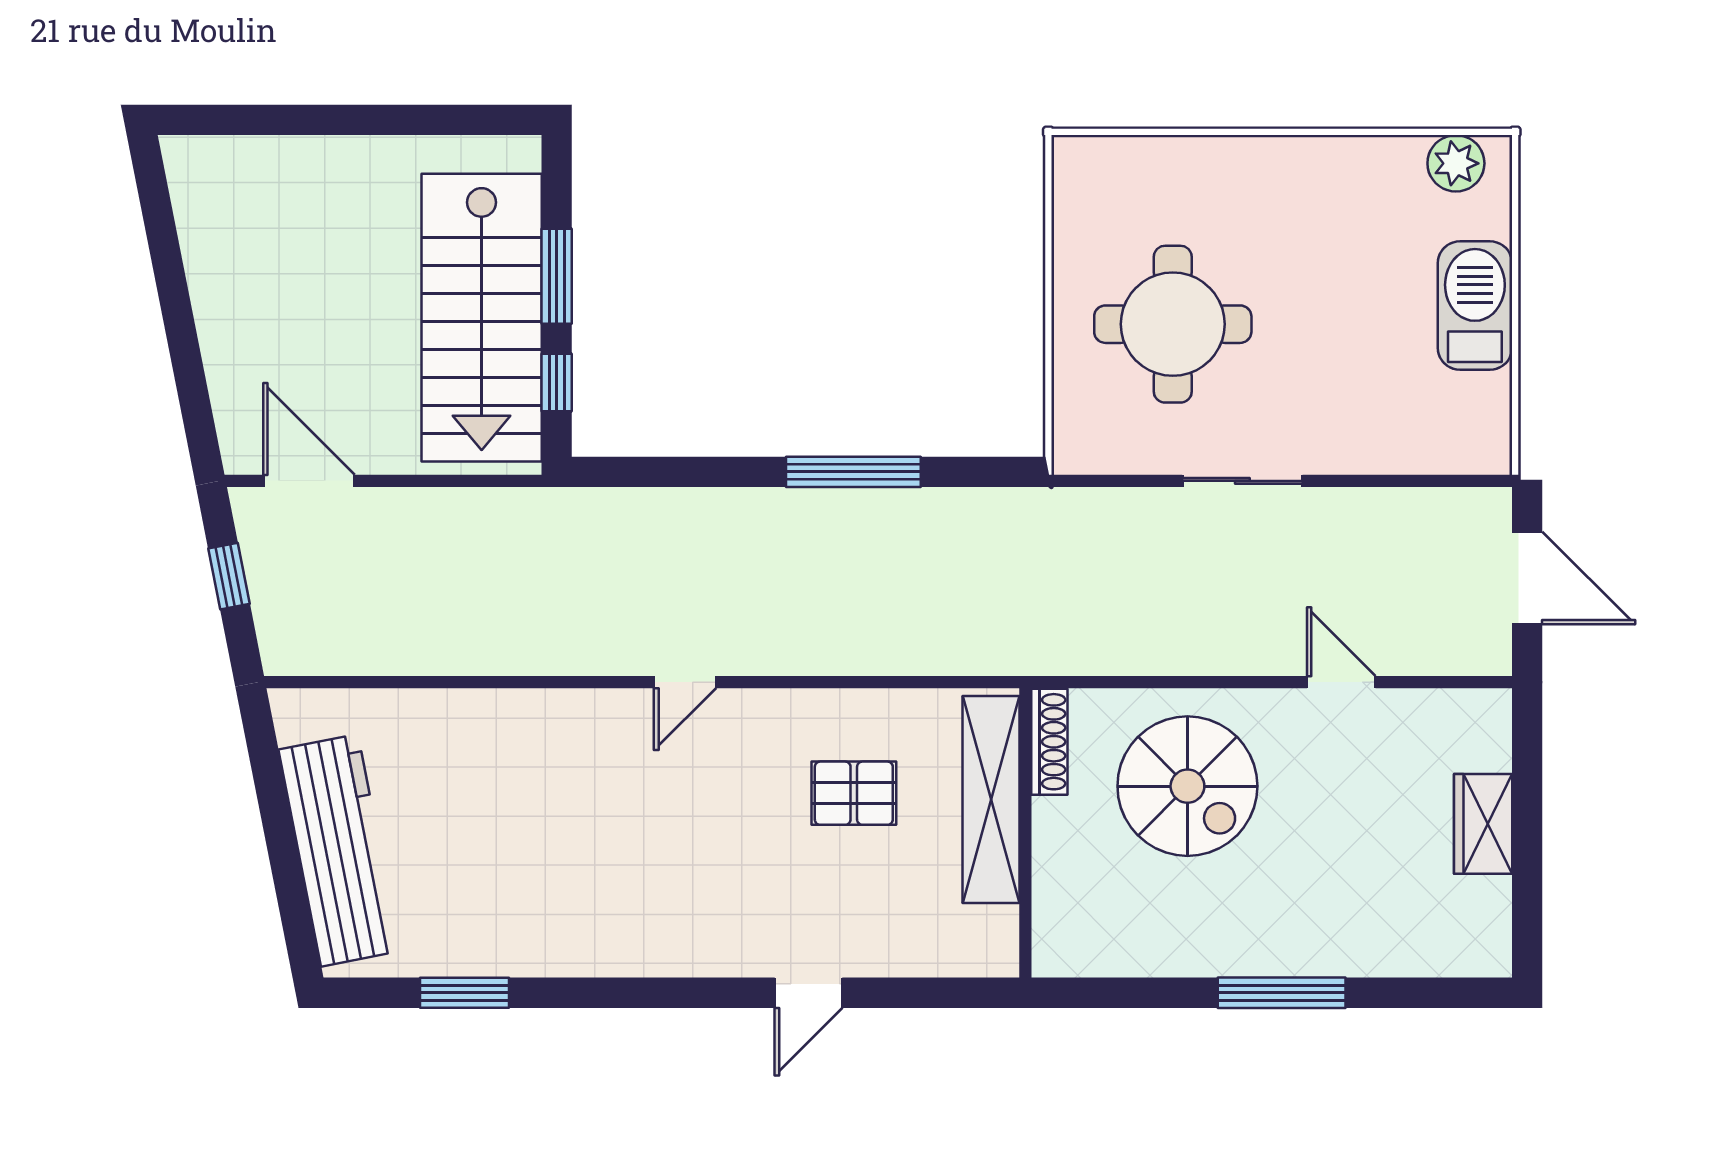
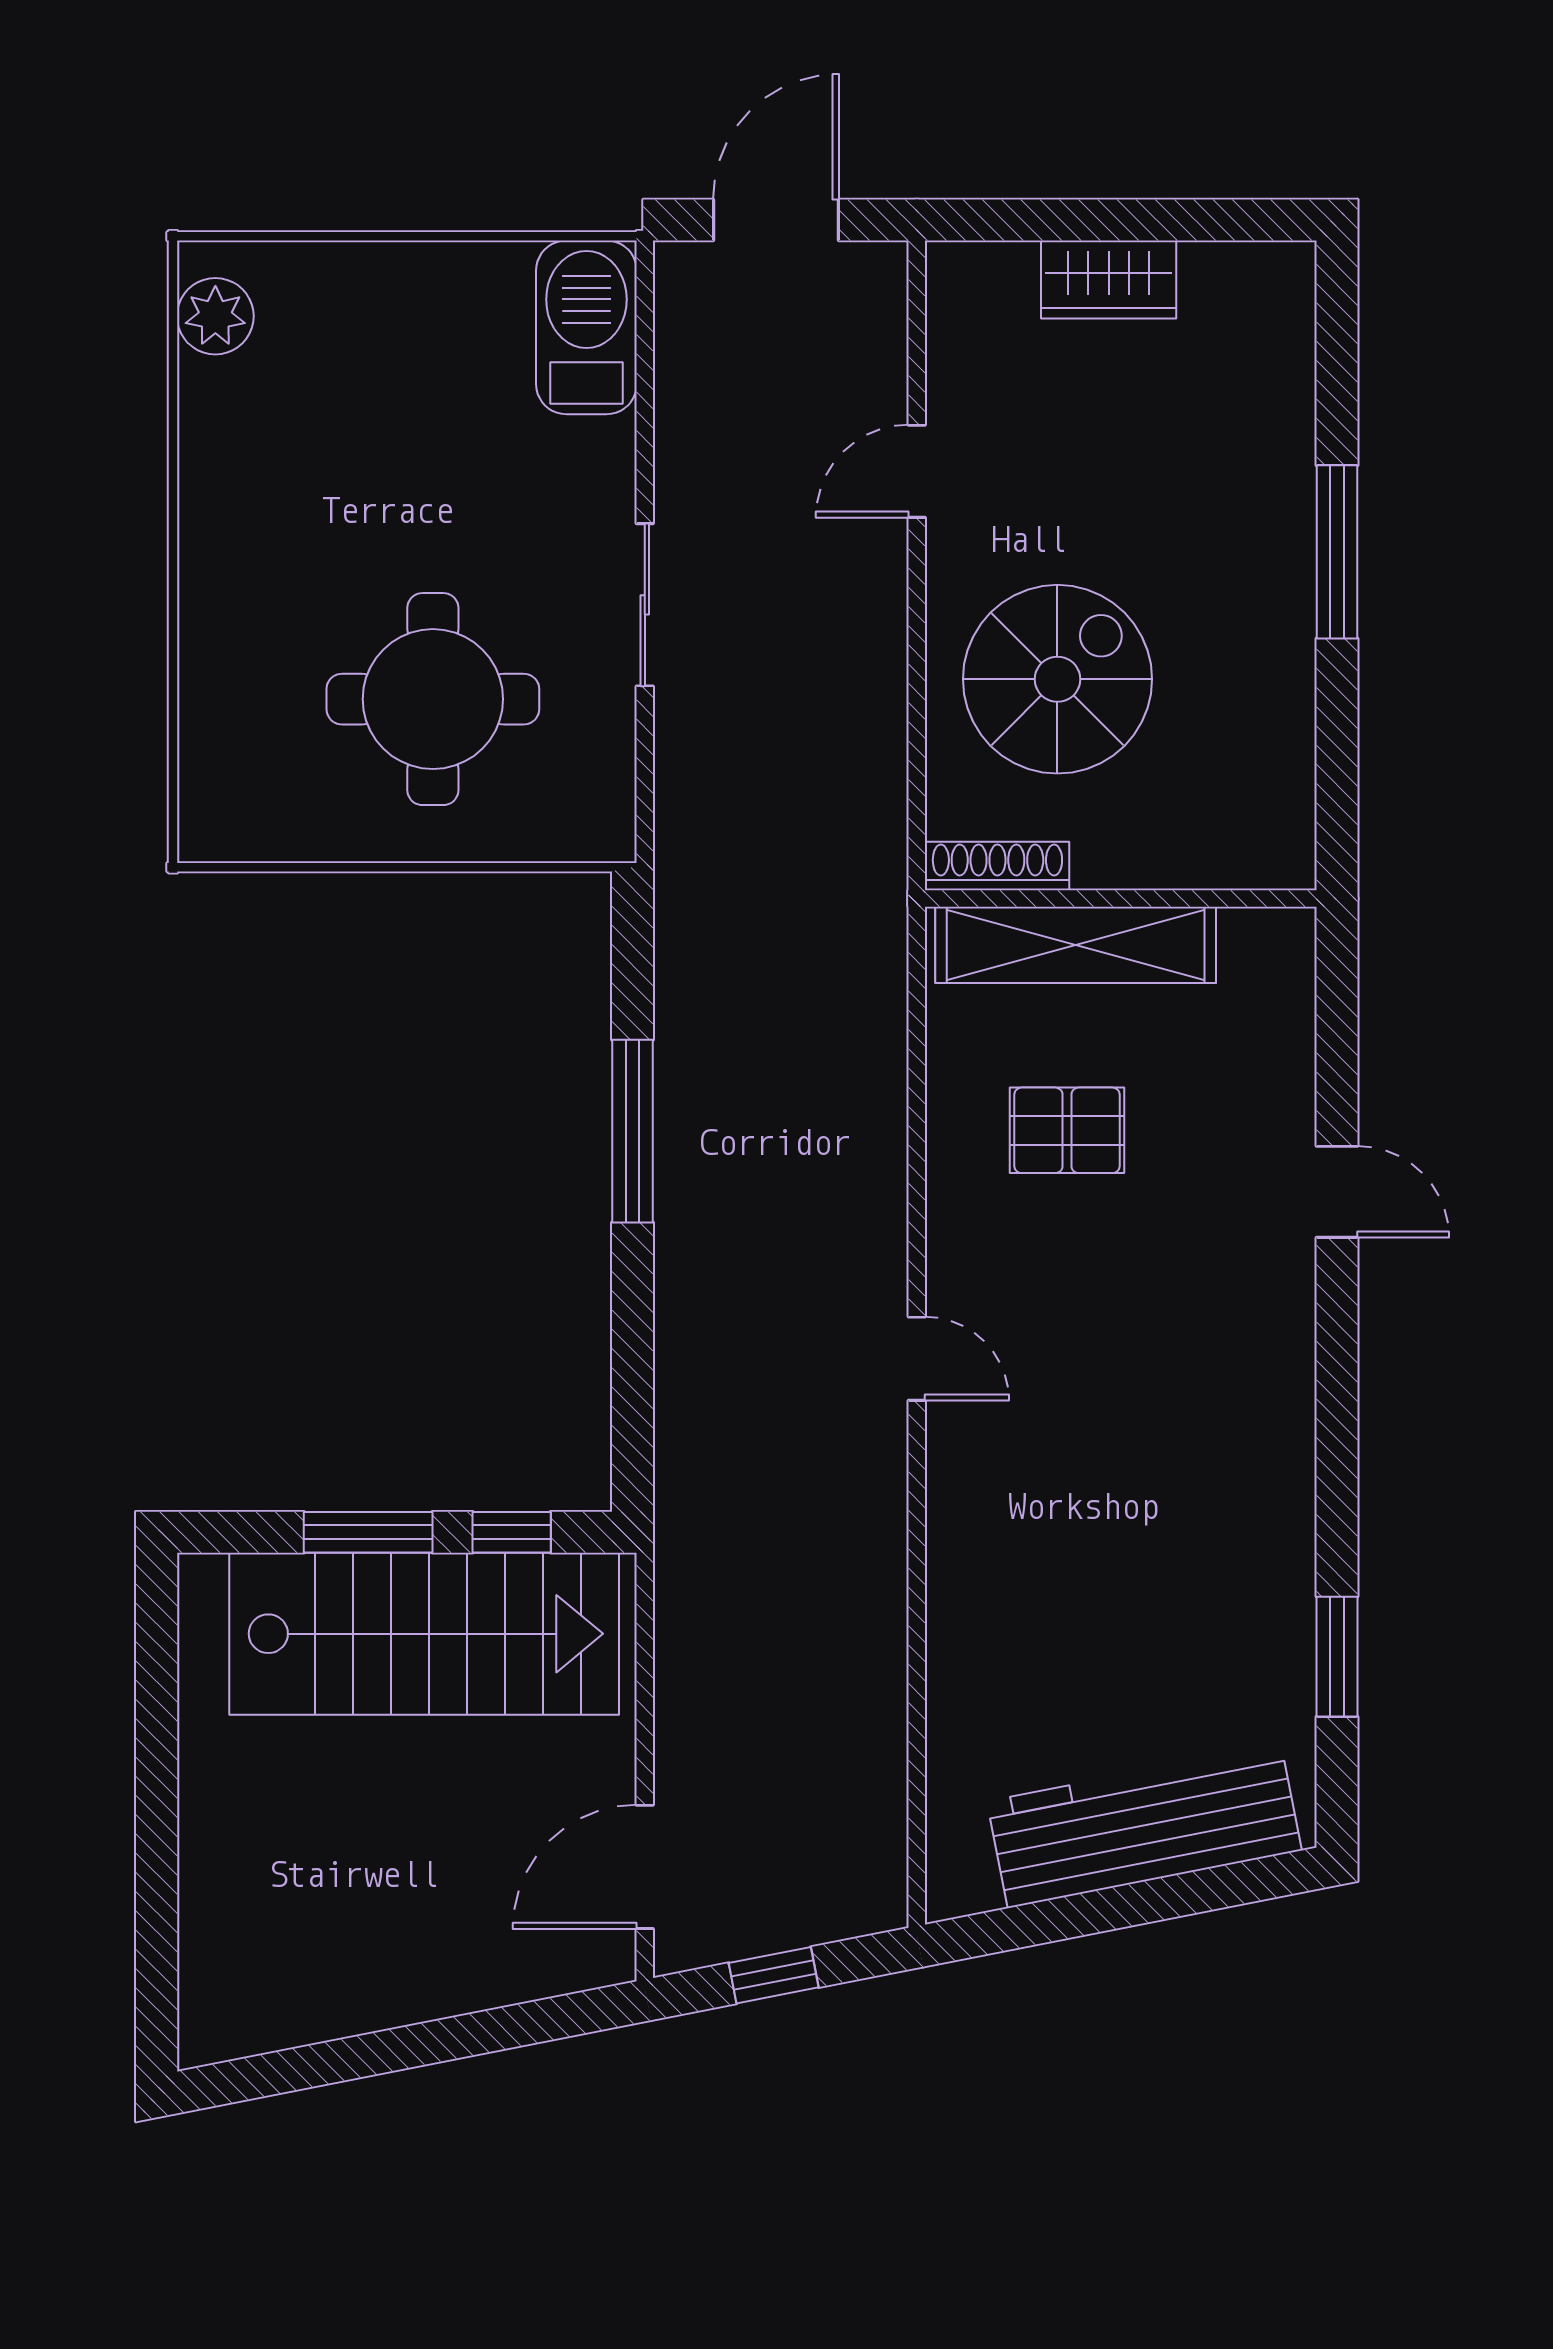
barbecue: (1475, 306) -> (586, 327), moved, turned 90
pallet: (854, 793) -> (1067, 1130), turned 90

